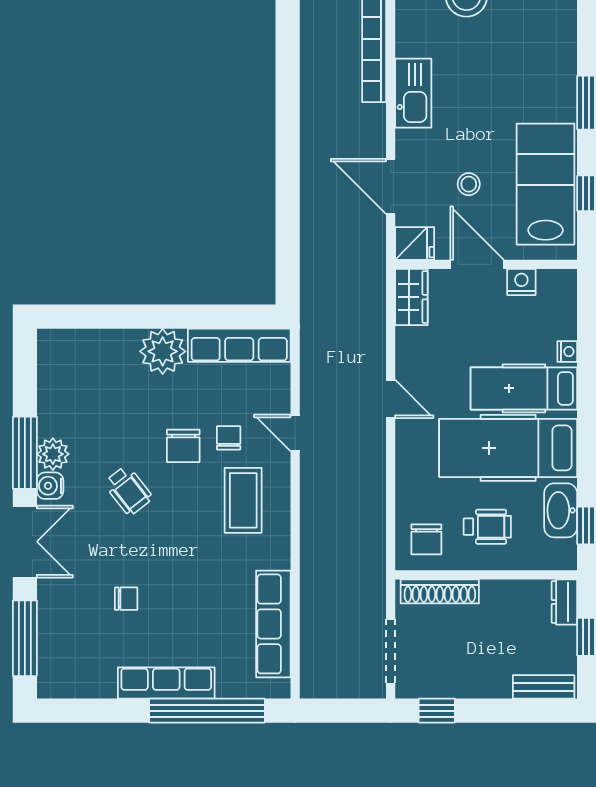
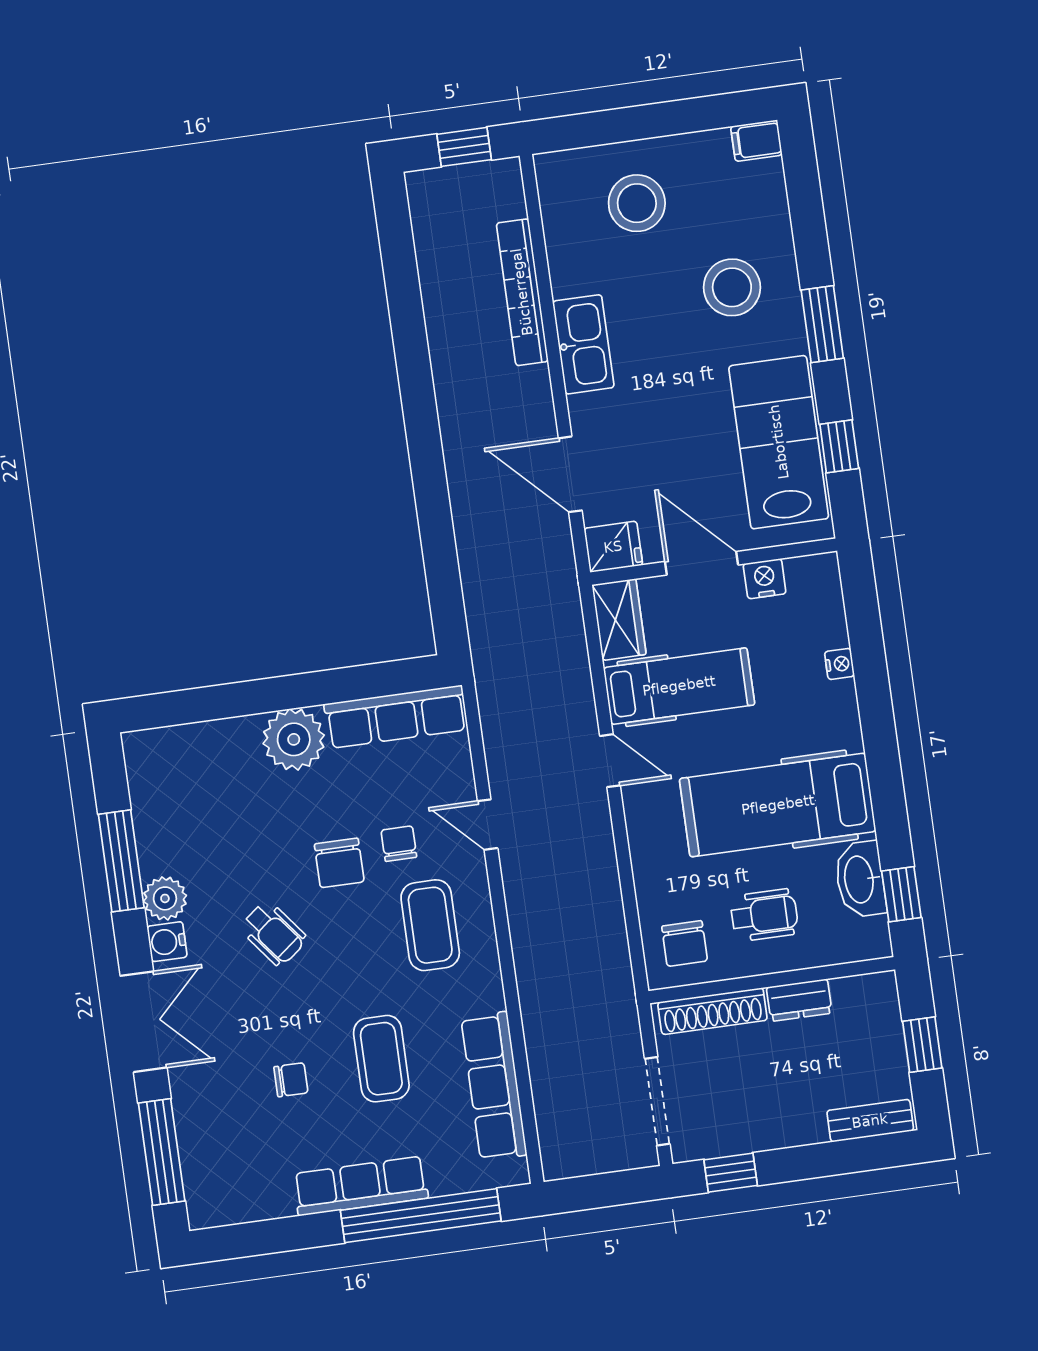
stool: (469, 184) -> (732, 287), moved, width x1.89, depth x1.89
hospital bed: (524, 388) -> (679, 686), moved, turned 180
window: (25, 453) -> (121, 861), moved
coffee table: (194, 593) -> (381, 1059), added
dresser: (564, 602) -> (799, 1000), moved, turned -90

